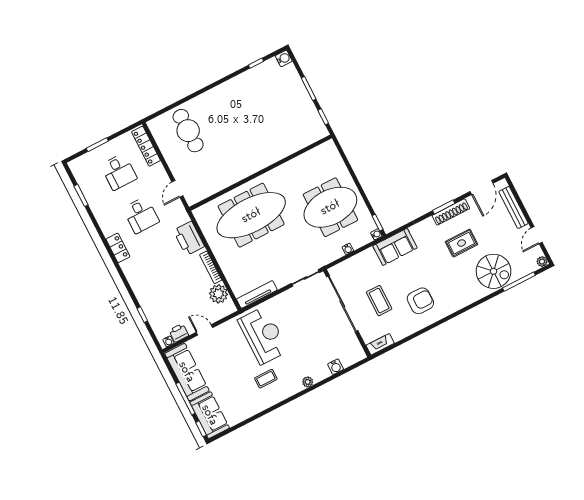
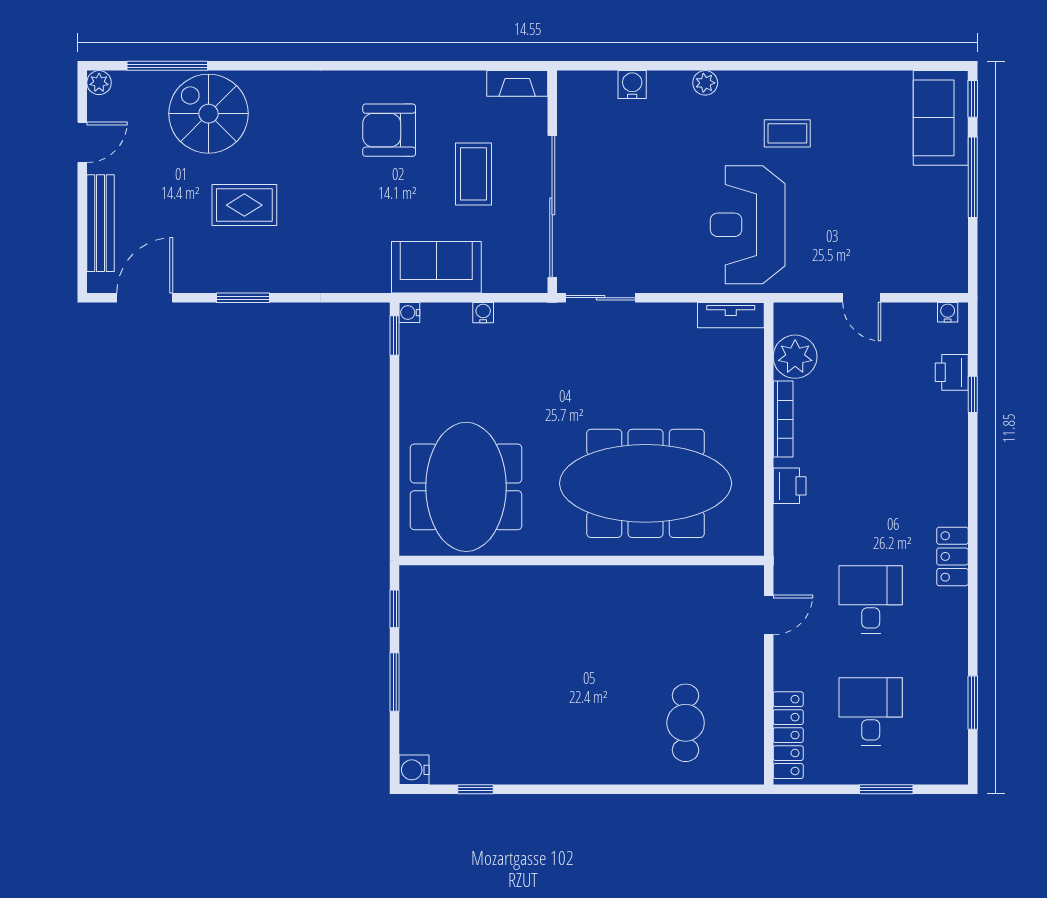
cafe table: (188, 131) -> (686, 723), width x0.73, depth x0.74
meeting table: (330, 207) -> (466, 487), moved, turned 90
shoe rack: (451, 212) -> (233, 280), removed
printer: (189, 238) -> (790, 486), width x0.53, depth x0.68
sofa: (395, 247) -> (436, 267), moved
tv unit: (257, 294) -> (731, 315), width x0.71
printer: (179, 333) -> (952, 372), moved, turned 90
sofa: (187, 372) -> (942, 230), removed

